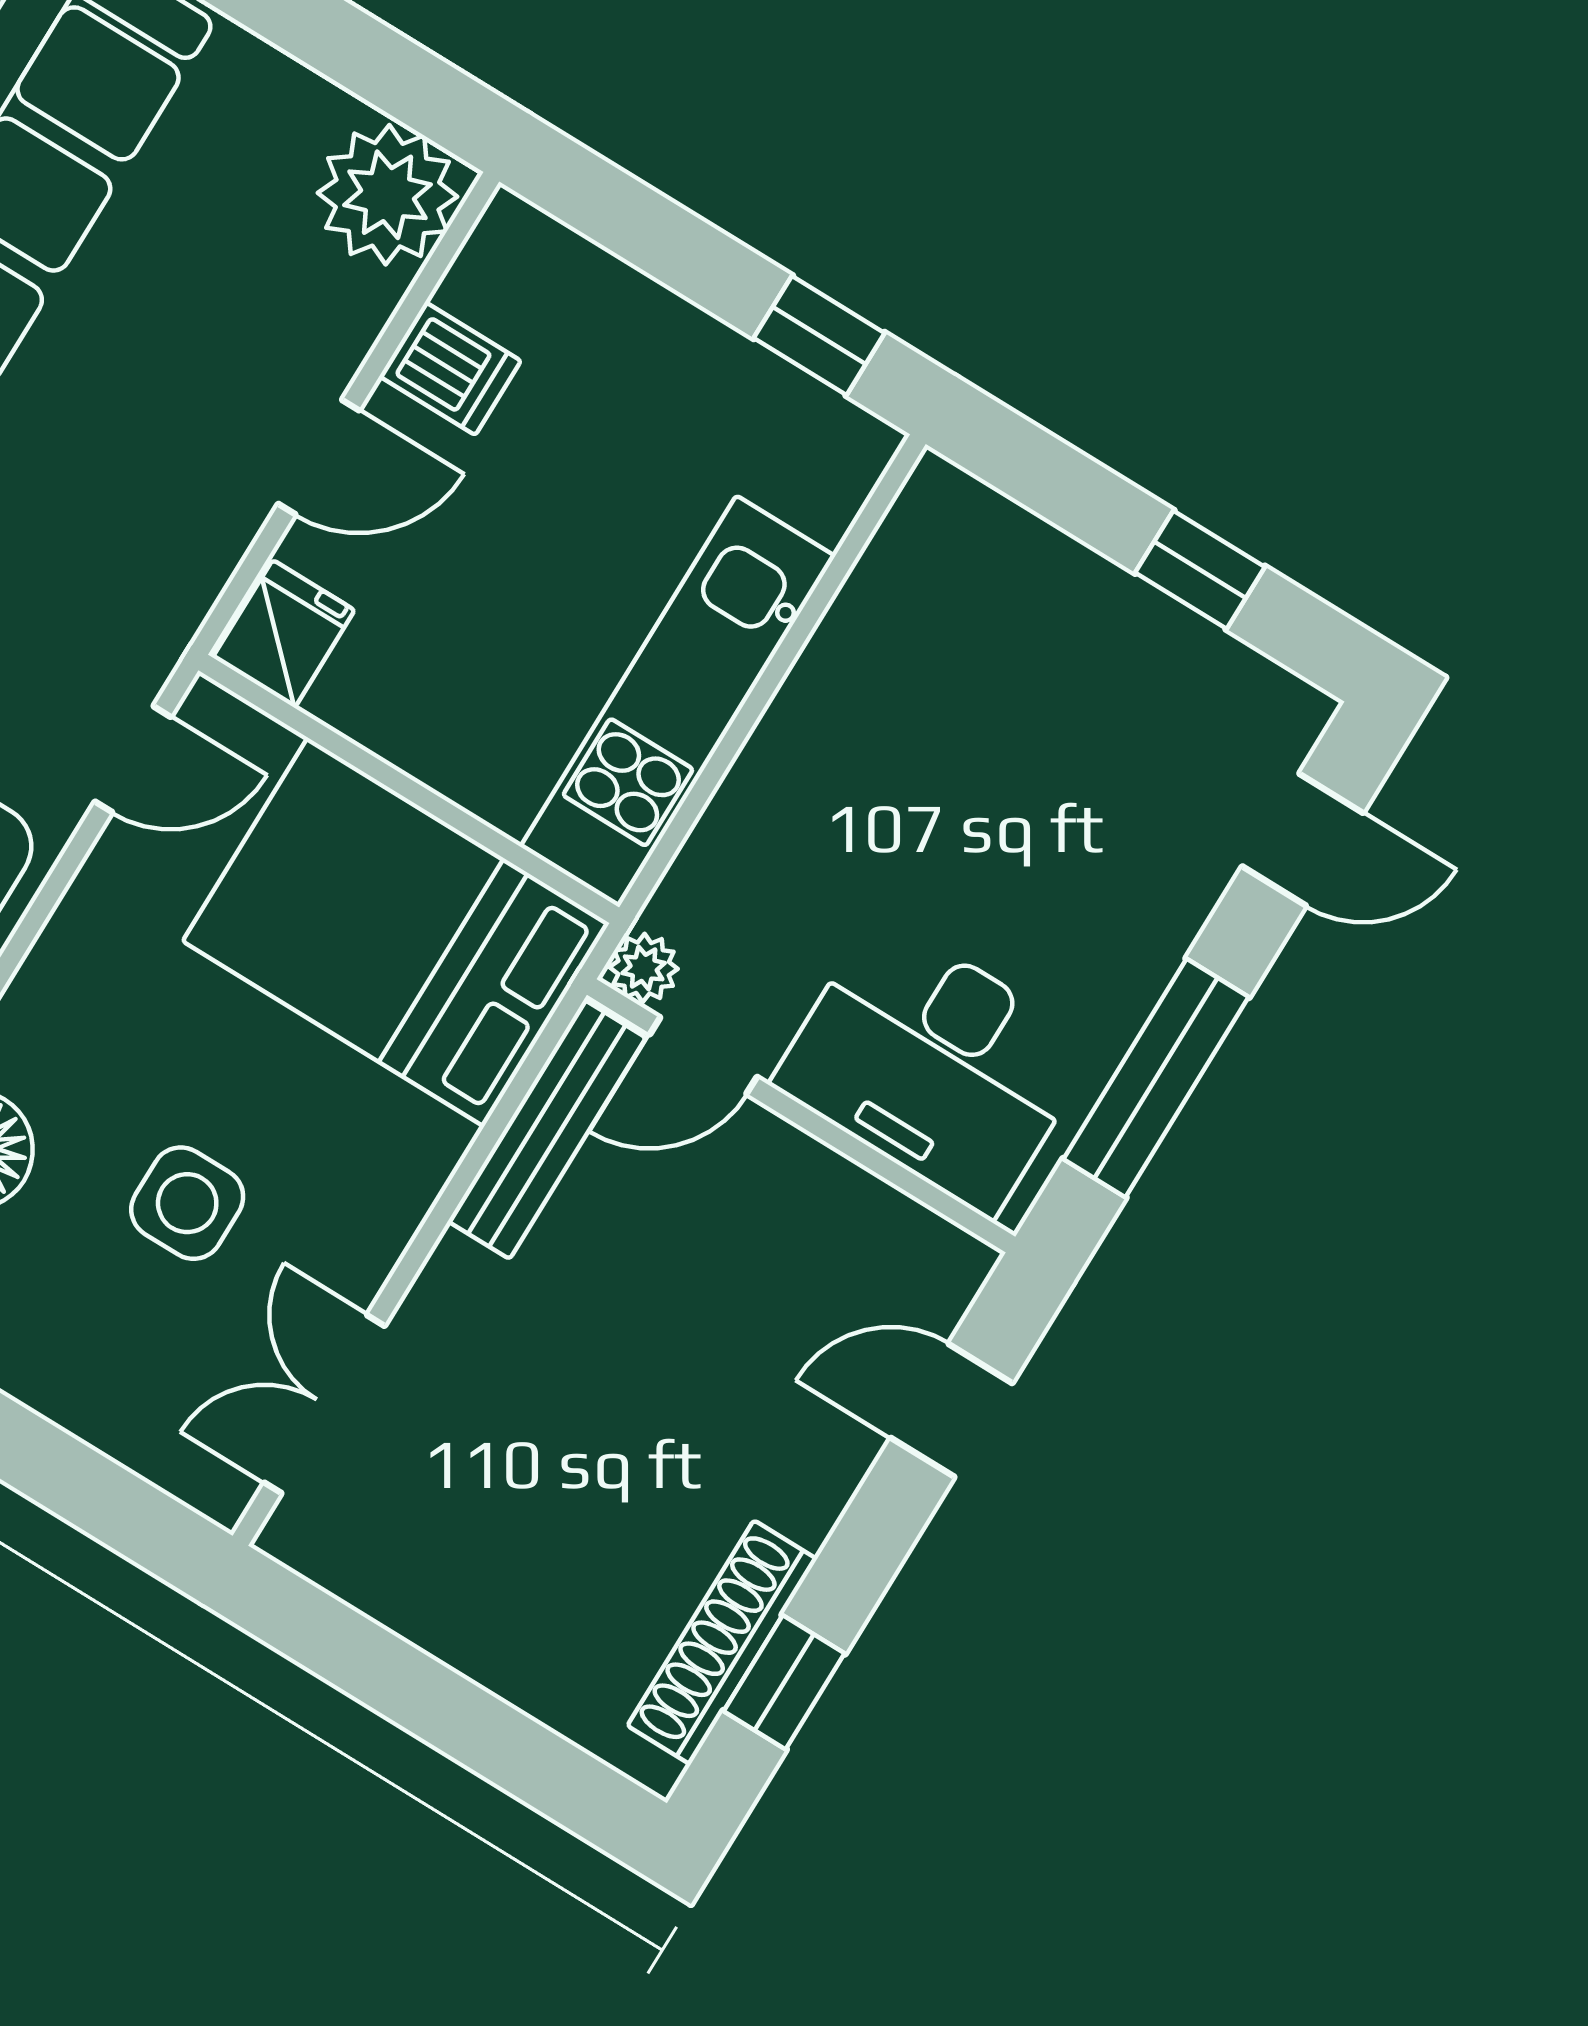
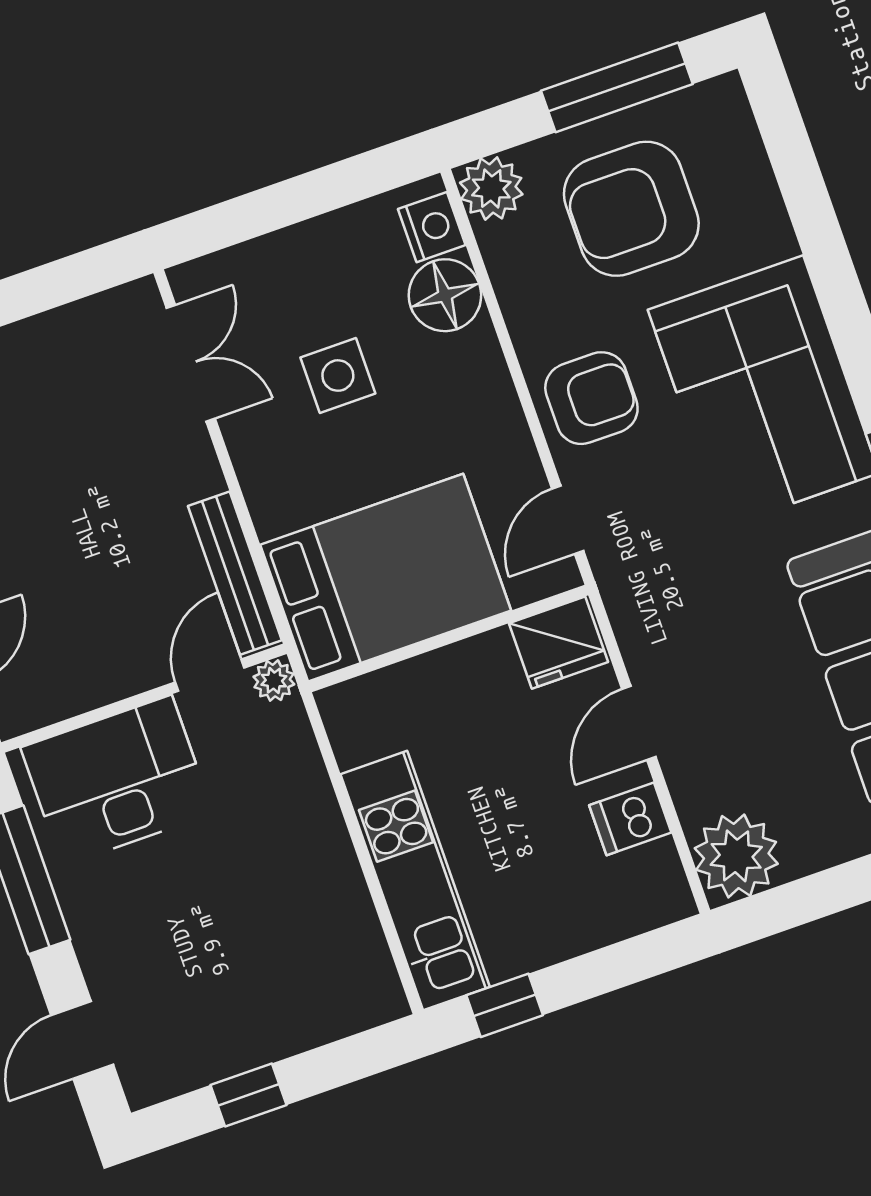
fridge: (284, 634) -> (558, 643), width x1.38
kitchen unit: (678, 701) -> (415, 881), moved

